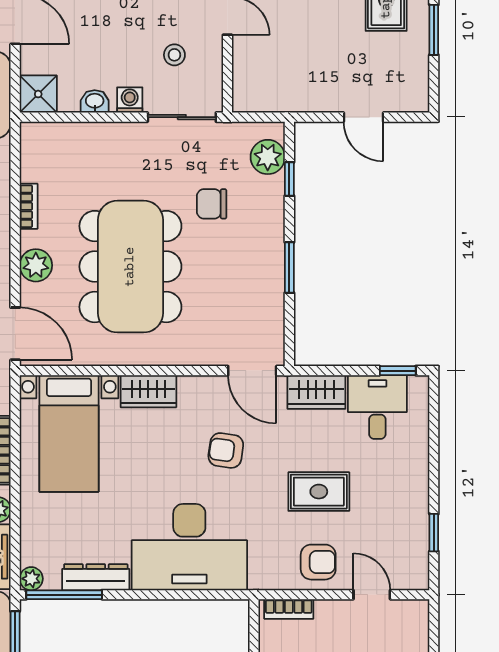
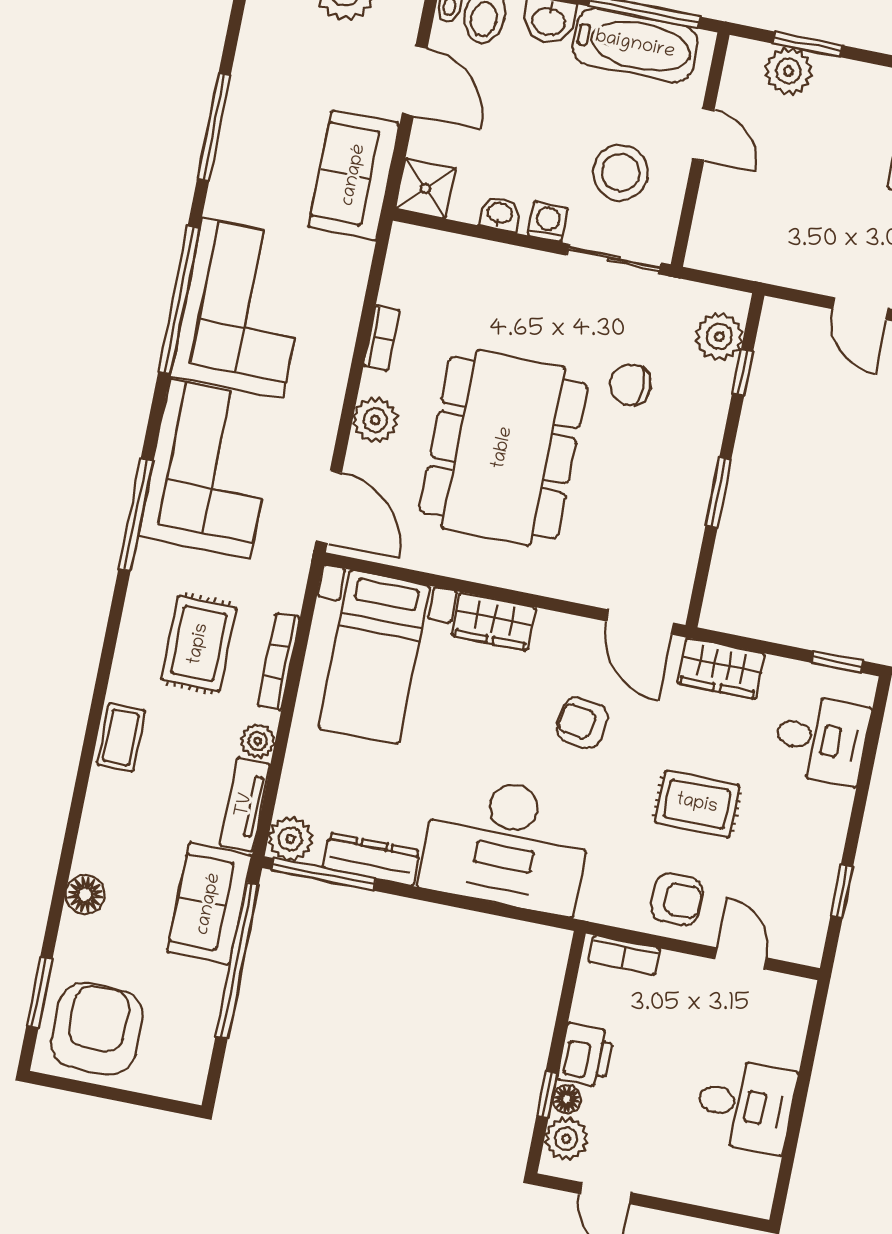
stool: (174, 55) -> (621, 173), width x1.89, depth x1.89
desk: (377, 407) -> (821, 739), moved, turned 90
plant: (31, 579) -> (290, 839), width x1.38, depth x1.38

